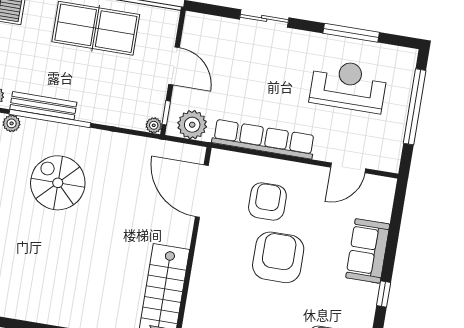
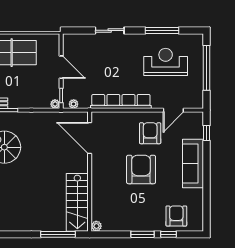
plant: (192, 125) -> (74, 104), width x0.53, depth x0.53
armchair: (267, 202) -> (150, 133), moved
sofa: (368, 251) -> (193, 163), width x1.36
window: (384, 294) -> (206, 133), moved

